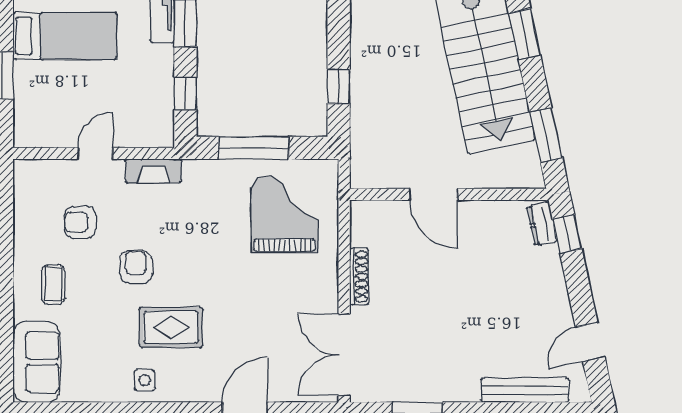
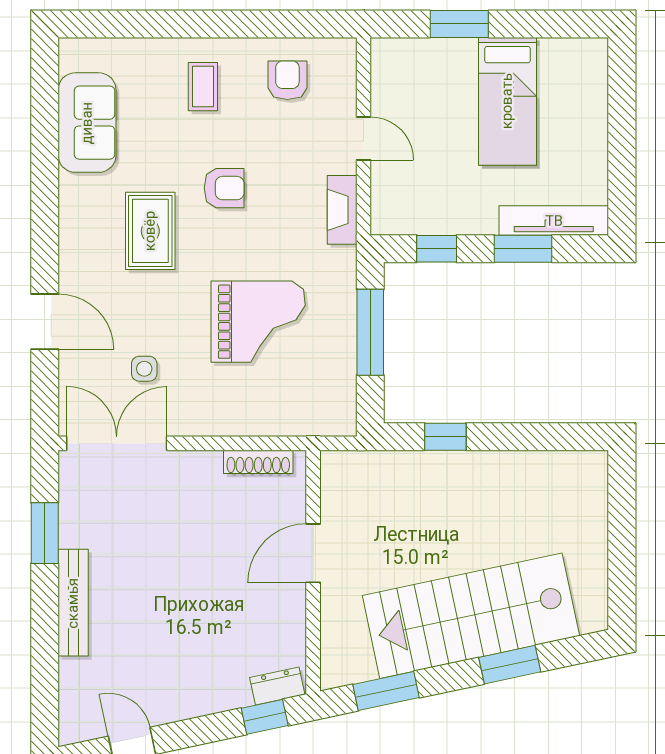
grand piano: (285, 214) -> (258, 322), moved
armchair: (80, 222) -> (287, 80), moved
shoe rack: (359, 276) -> (258, 462), moved
coffee table: (53, 284) -> (203, 87), turned 90
sofa: (36, 362) -> (87, 123), moved, turned -90
side table: (145, 380) -> (144, 369), moved
bench: (525, 390) -> (73, 603), moved

